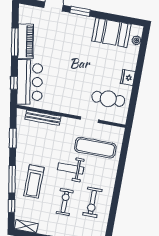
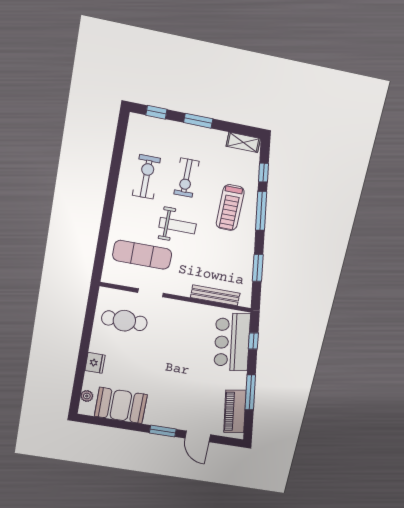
piano: (26, 41) -> (235, 411), moved
fridge: (128, 78) -> (95, 363), moved
treadmill: (34, 181) -> (230, 208), turned 180

